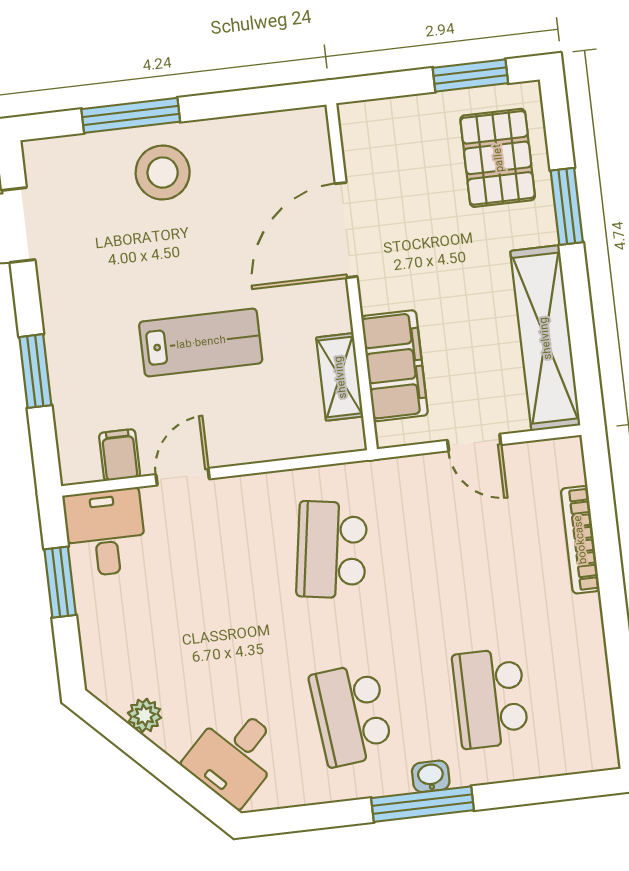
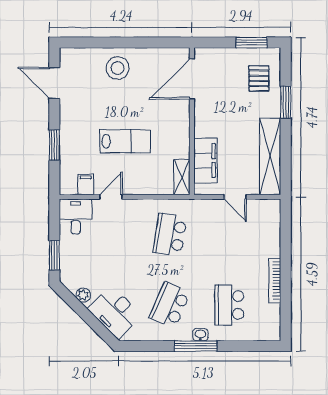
window: (131, 115) -> (107, 42), removed
pallet: (498, 158) -> (259, 78), width x0.67, depth x0.71
door: (346, 230) -> (192, 79), moved
shelving: (340, 377) -> (182, 177), moved
bookcase: (580, 540) -> (275, 281), moved
window: (60, 582) -> (54, 255), moved
school desk: (351, 715) -> (170, 305), turned 30
desk: (235, 756) -> (115, 312), width x1.37

